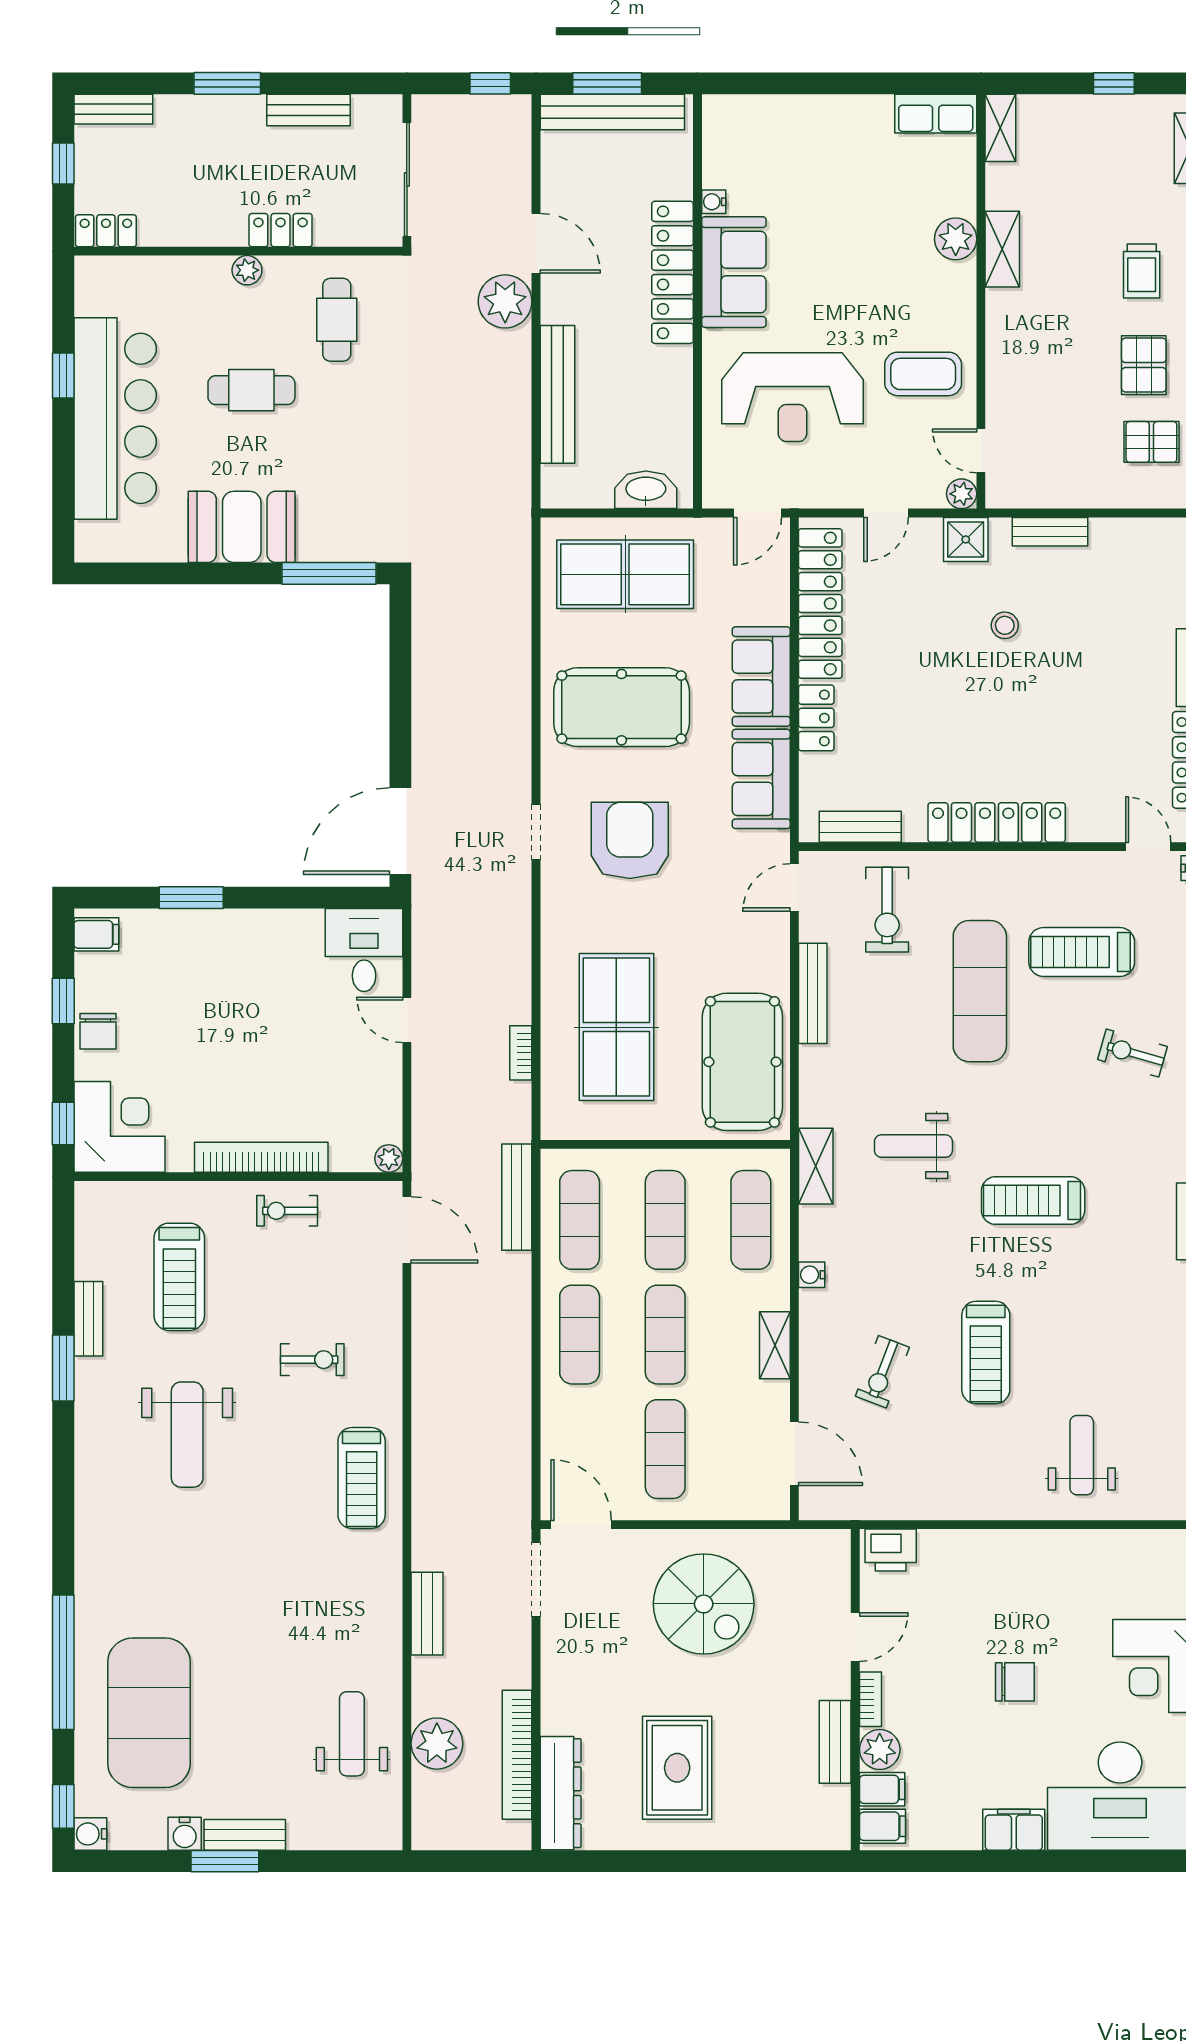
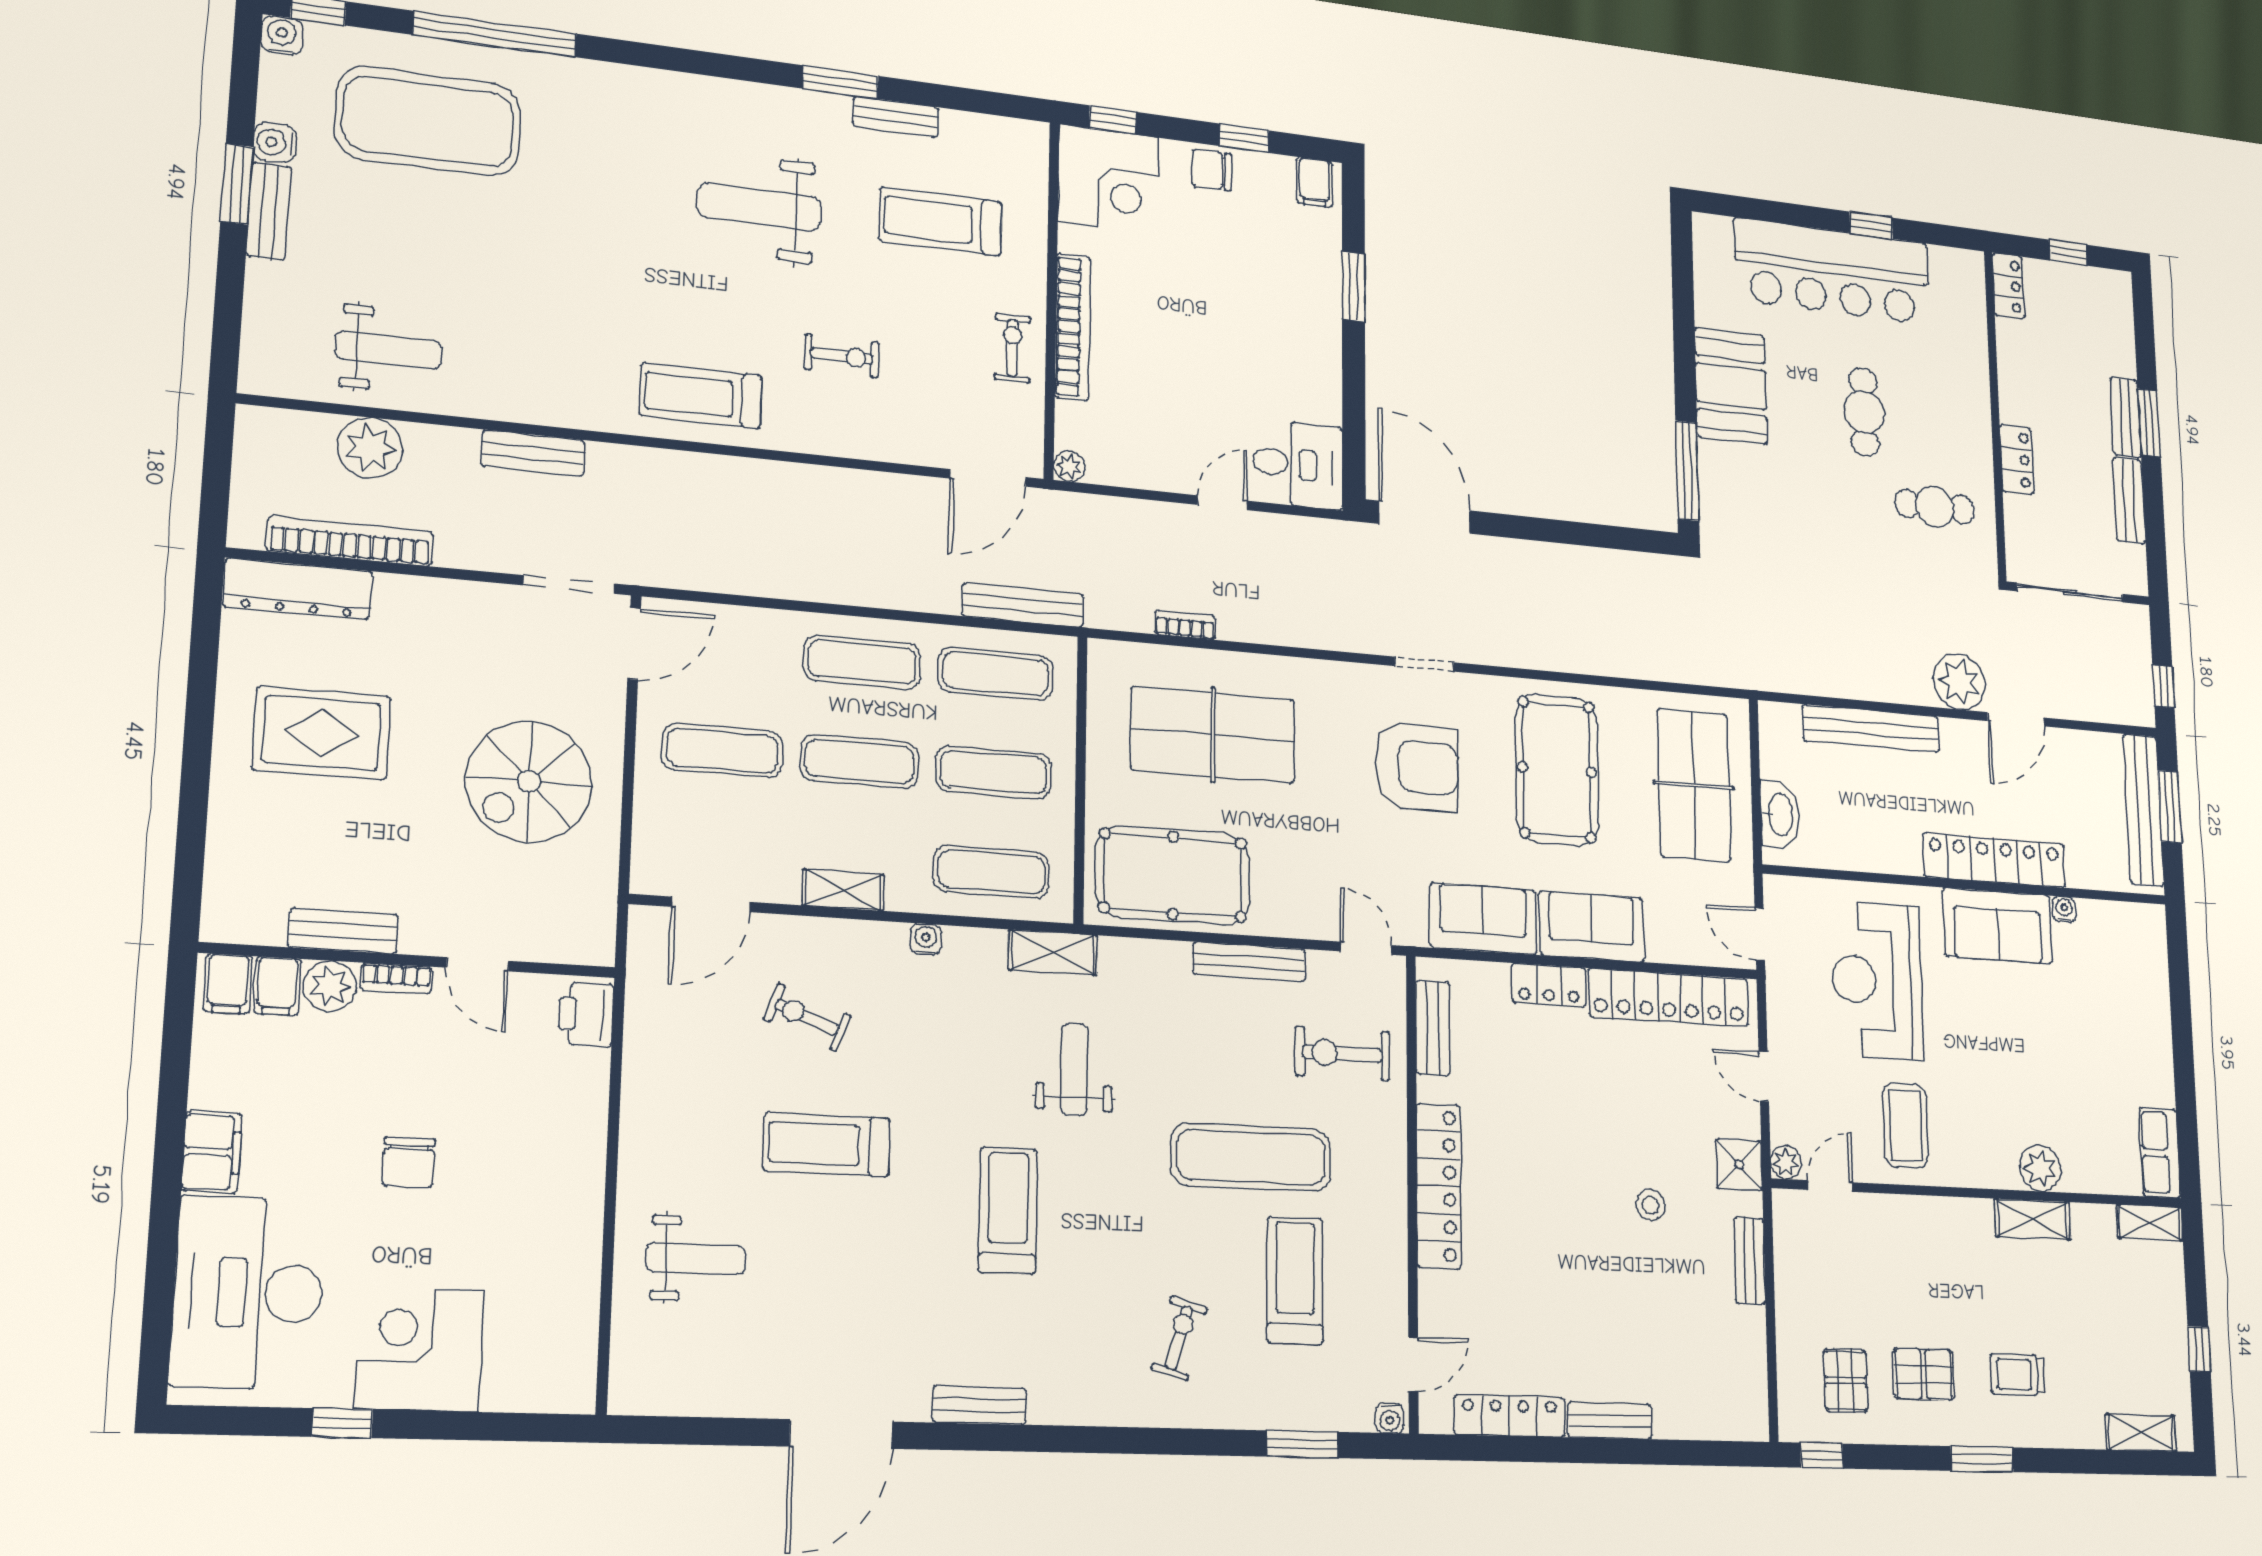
bench: (113, 109) -> (2126, 417), moved
plant: (247, 270) -> (1978, 421), removed
exercise bike: (312, 1360) -> (842, 356), turned -90

